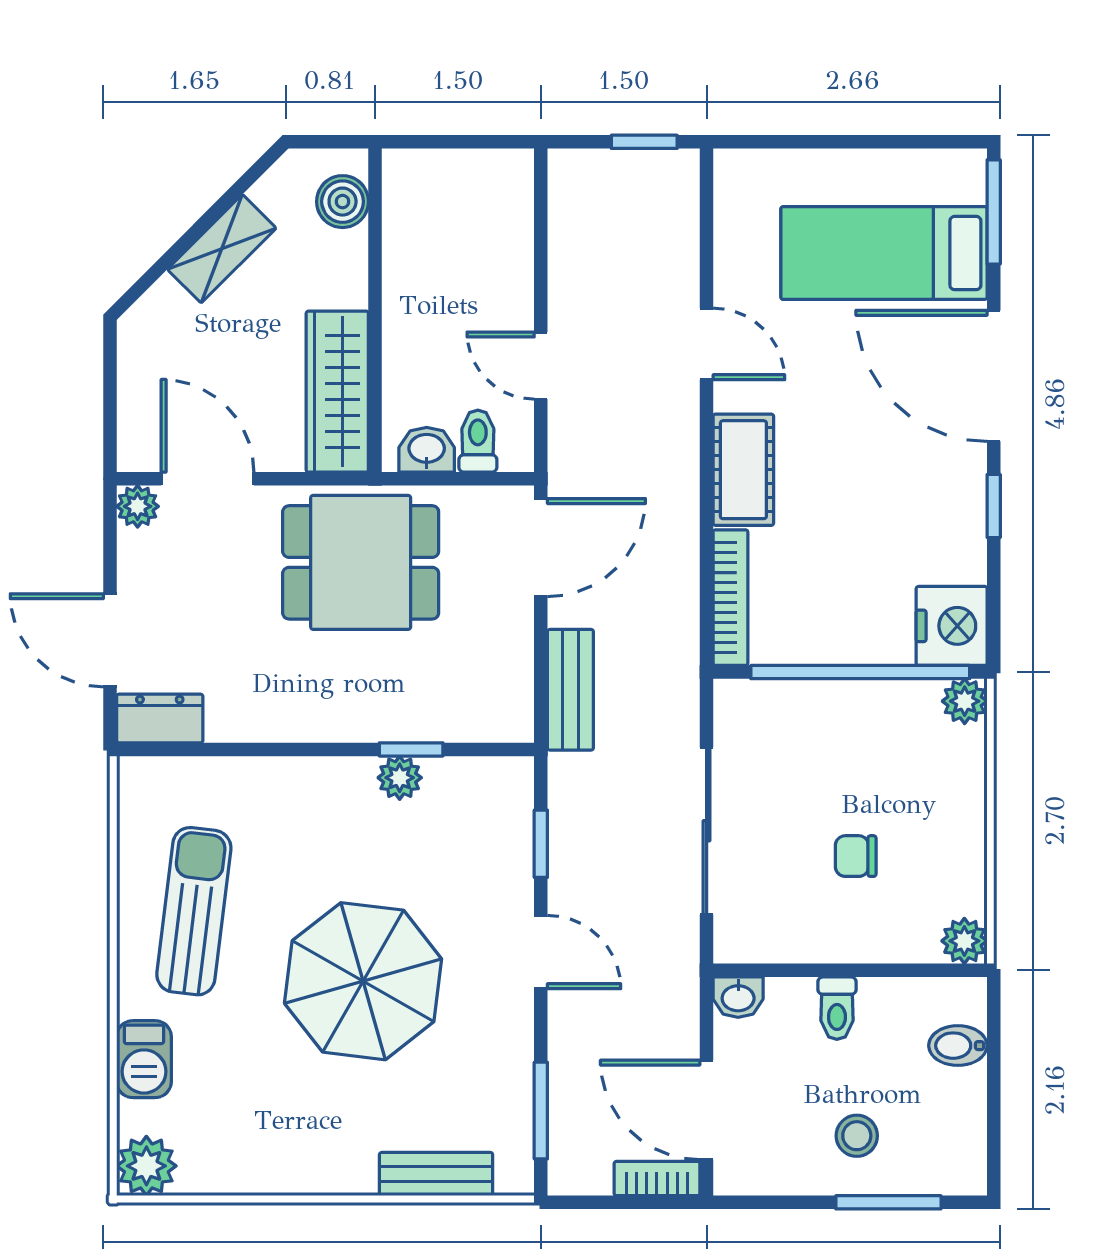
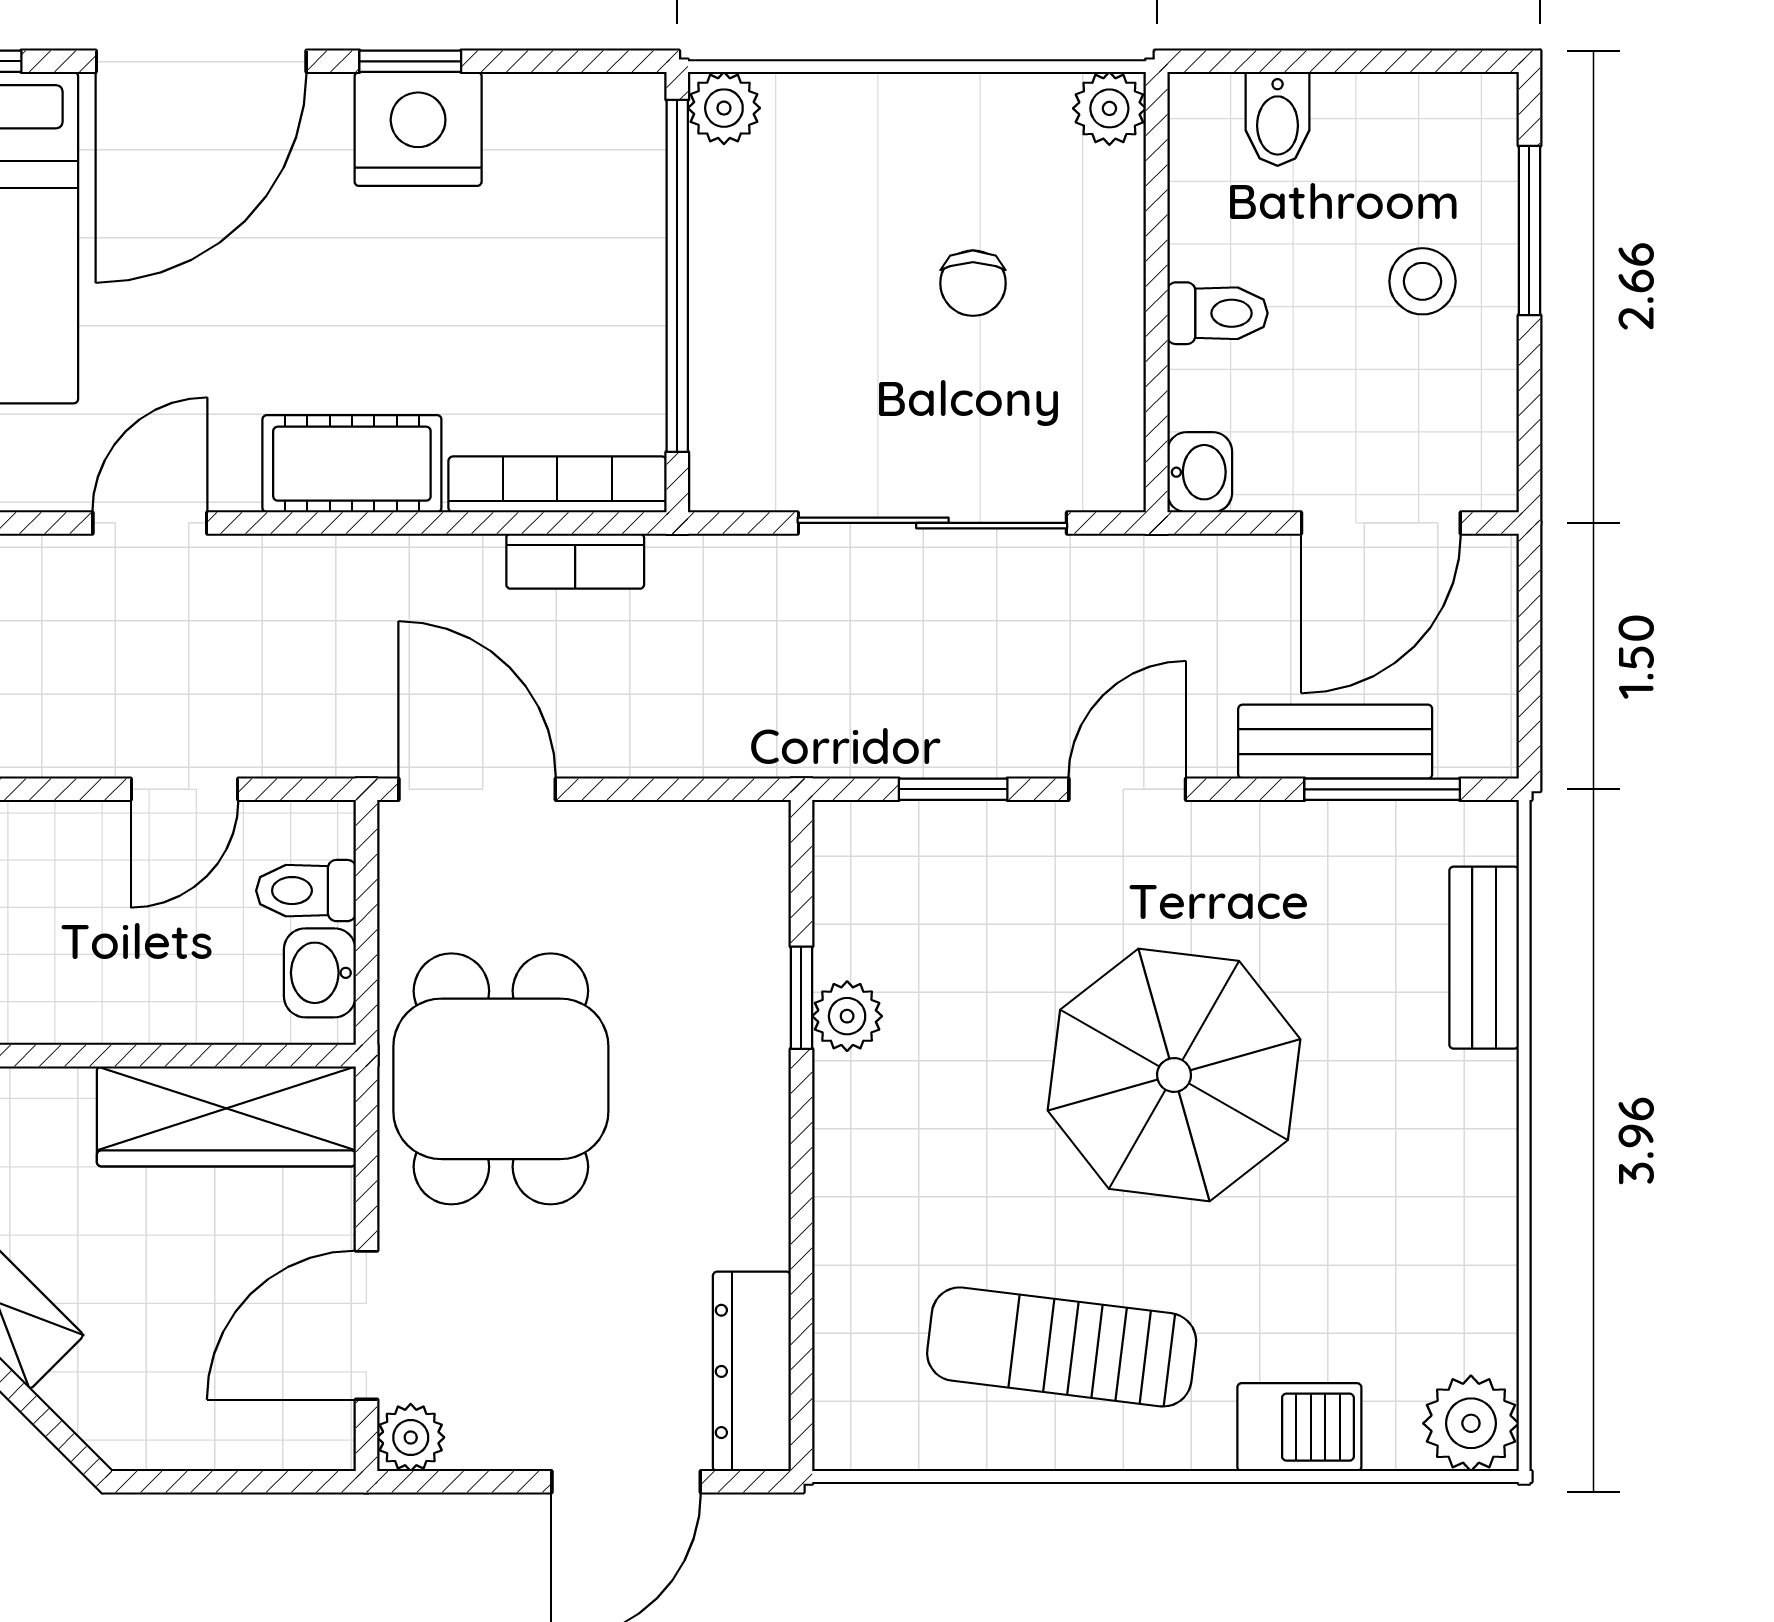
nightstand: (952, 626) -> (418, 129), moved
bench: (570, 690) -> (1335, 742), moved
dresser: (160, 718) -> (752, 1371), width x1.44
bookcase: (657, 1179) -> (575, 561), moved, turned -90

